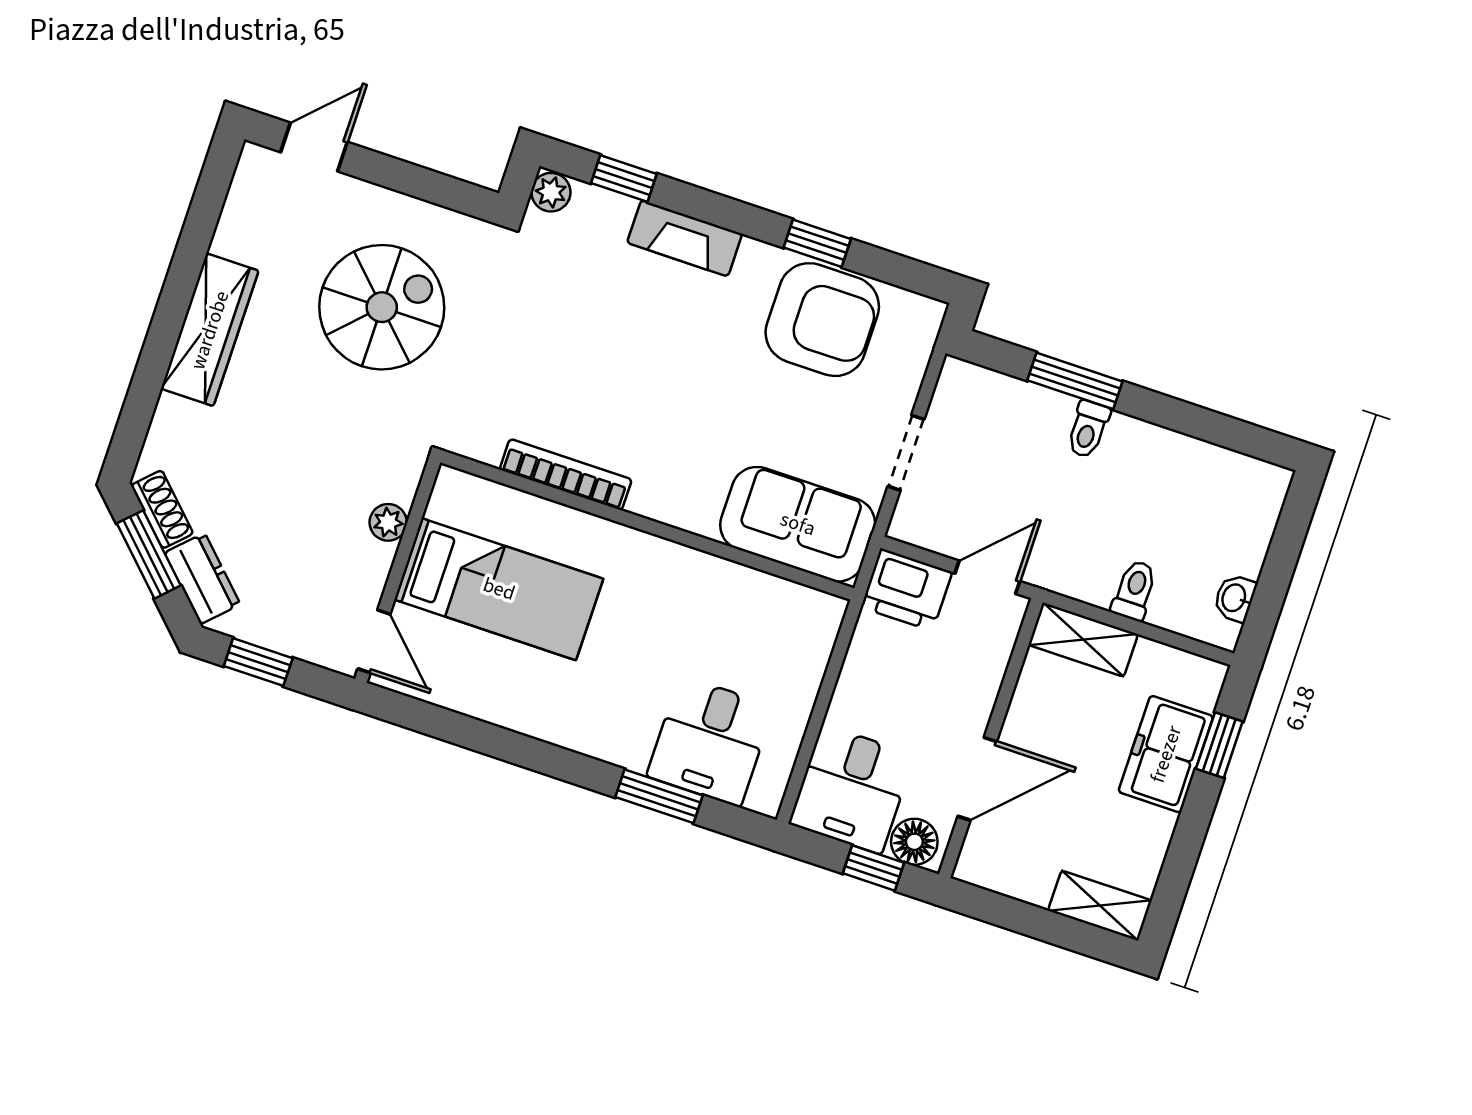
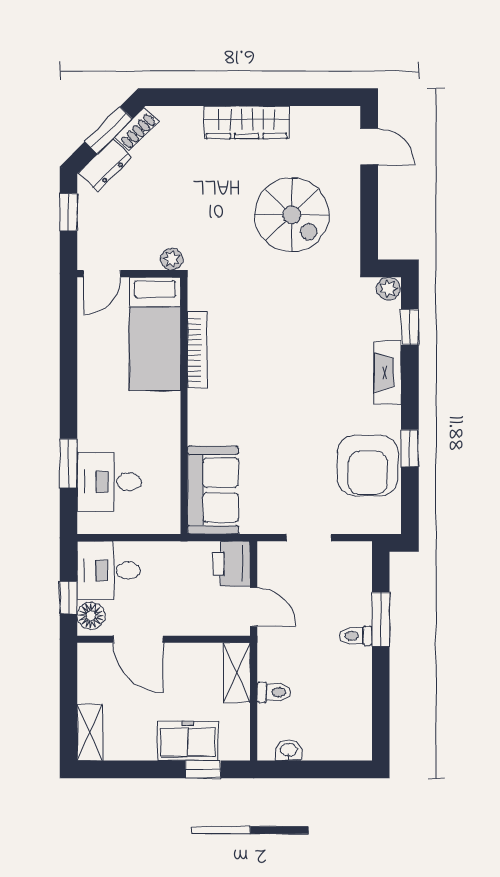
bookcase: (566, 474) -> (197, 350), moved
sofa: (798, 524) -> (213, 490), moved
wall: (647, 525) -> (184, 406), moved

